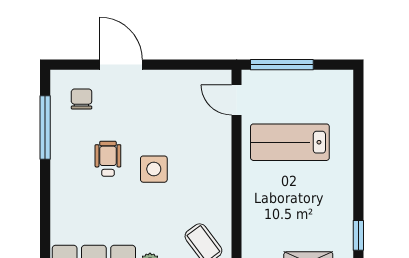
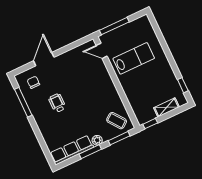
door: (121, 65) -> (44, 59), hinge flipped
lab bench: (290, 142) -> (134, 58), turned 180
side table: (154, 169) -> (80, 98), removed

